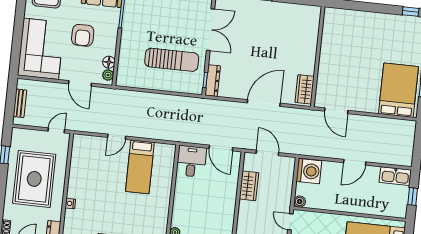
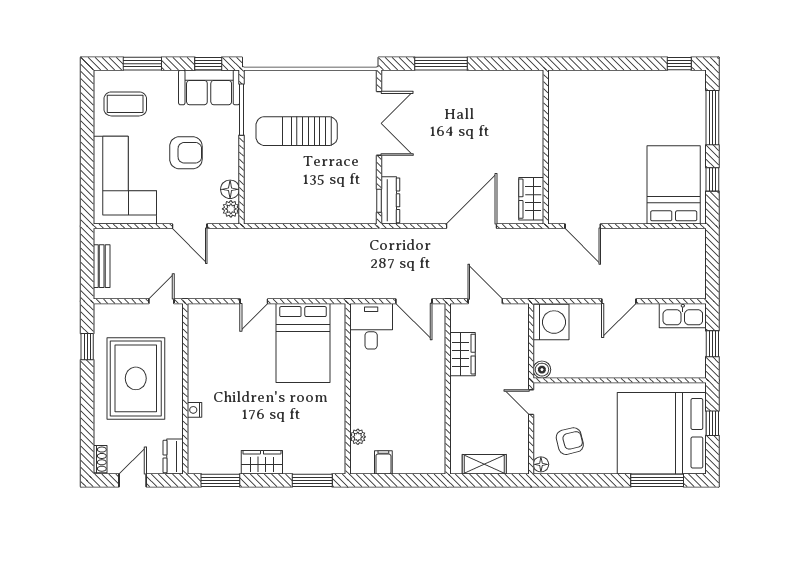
armchair: (83, 35) -> (186, 153), turned -90
sun lounger: (172, 60) -> (297, 131), moved, turned 180
bed: (140, 167) -> (303, 343), width x1.50

